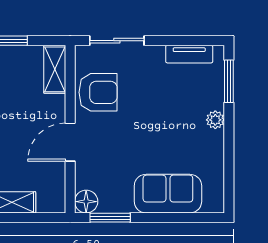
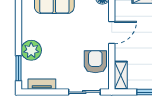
armchair: (98, 92) -> (95, 62), turned 90
plant: (215, 120) -> (31, 50), width x1.88, depth x1.88

